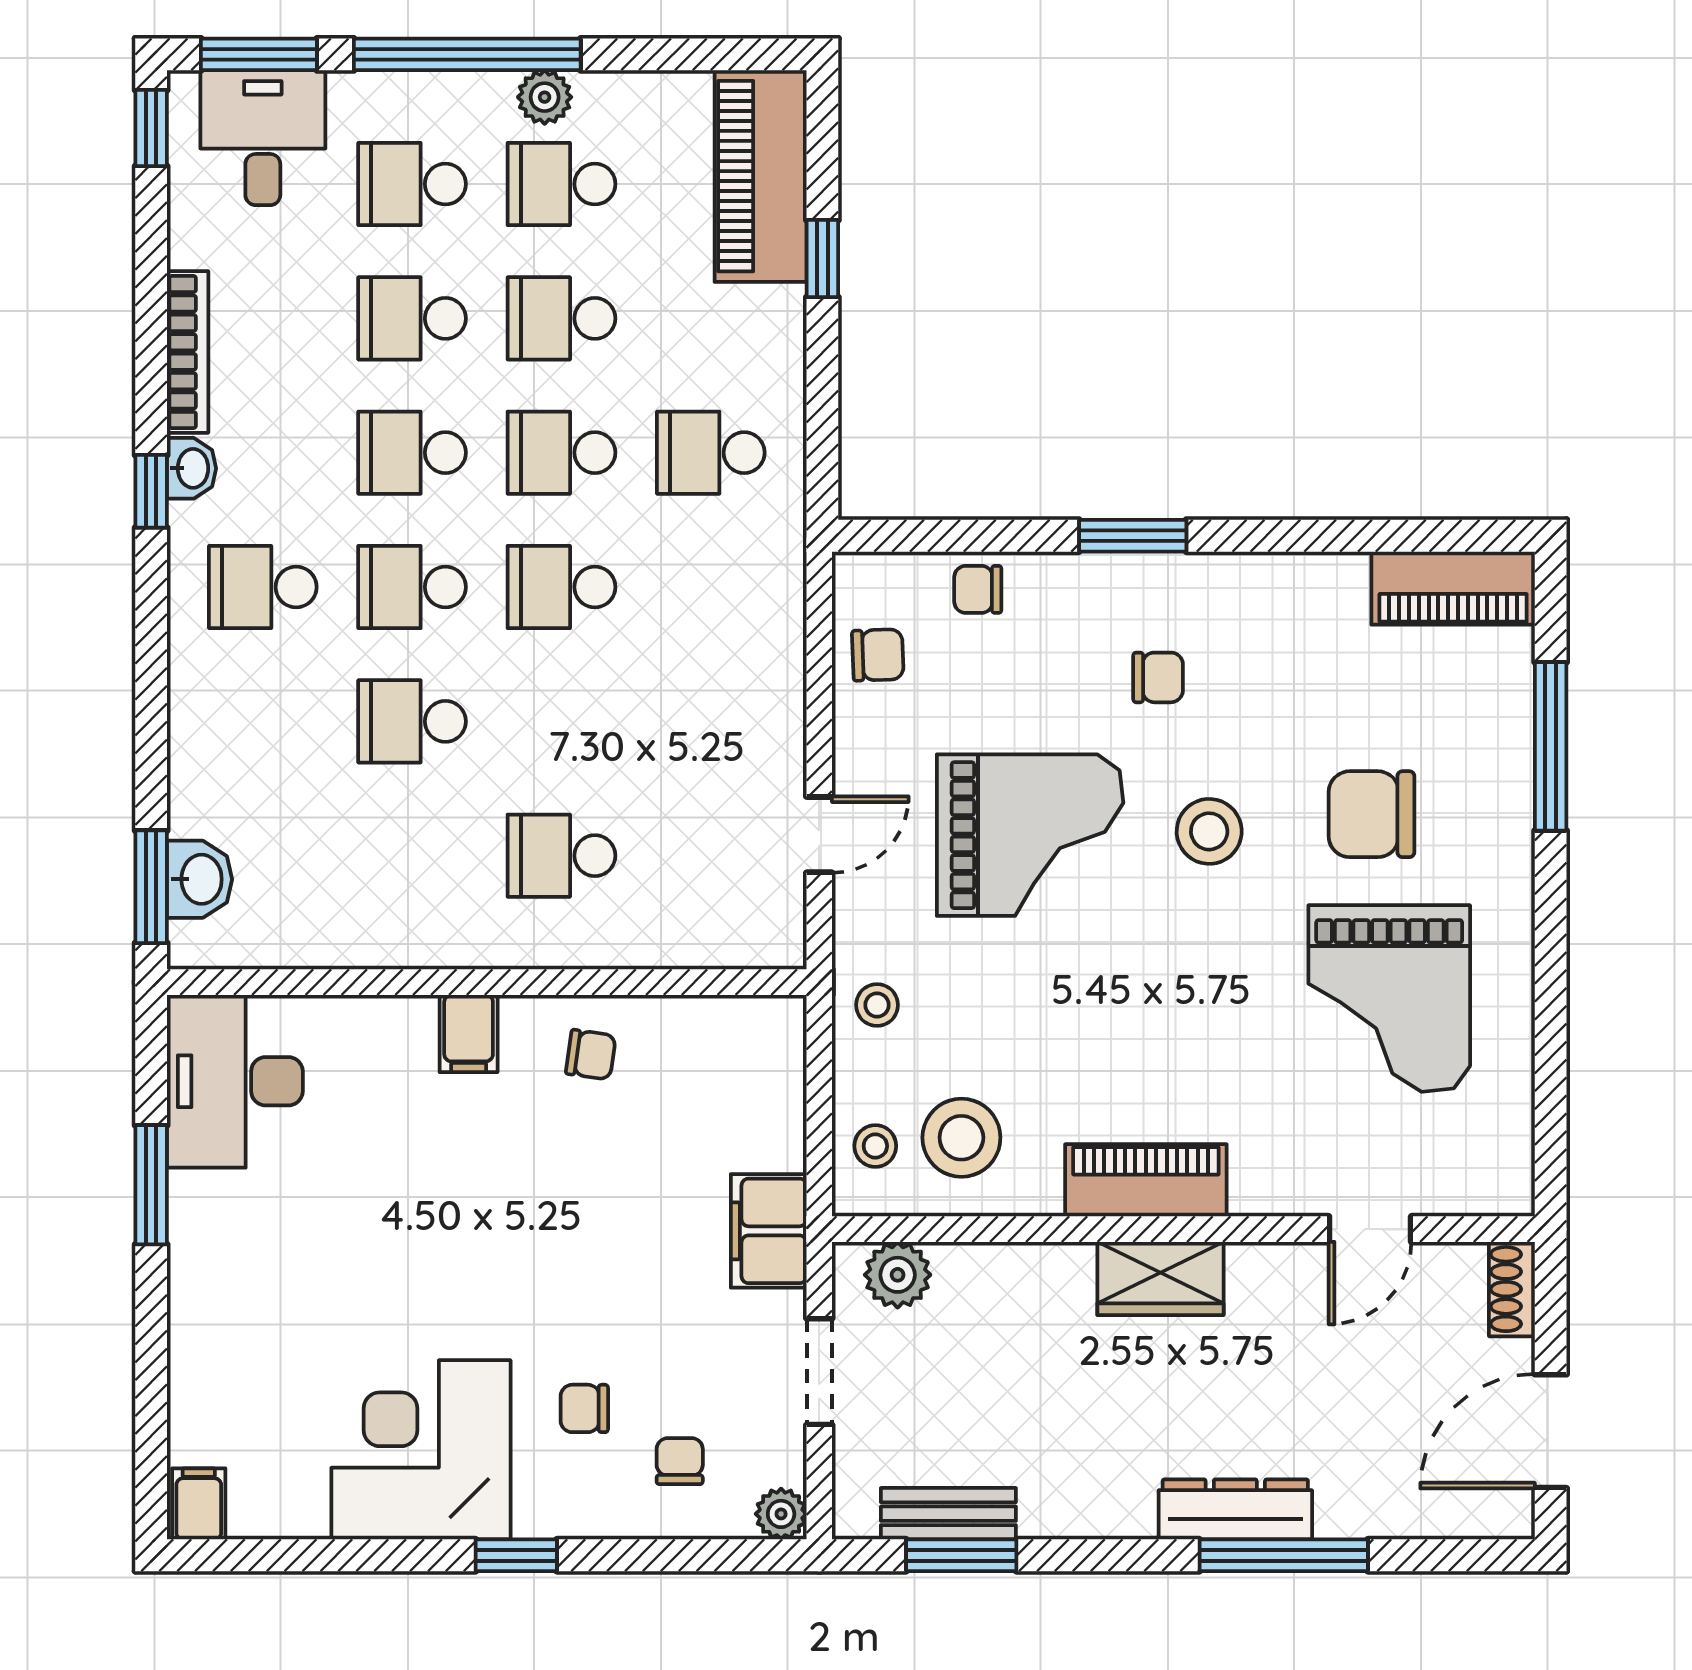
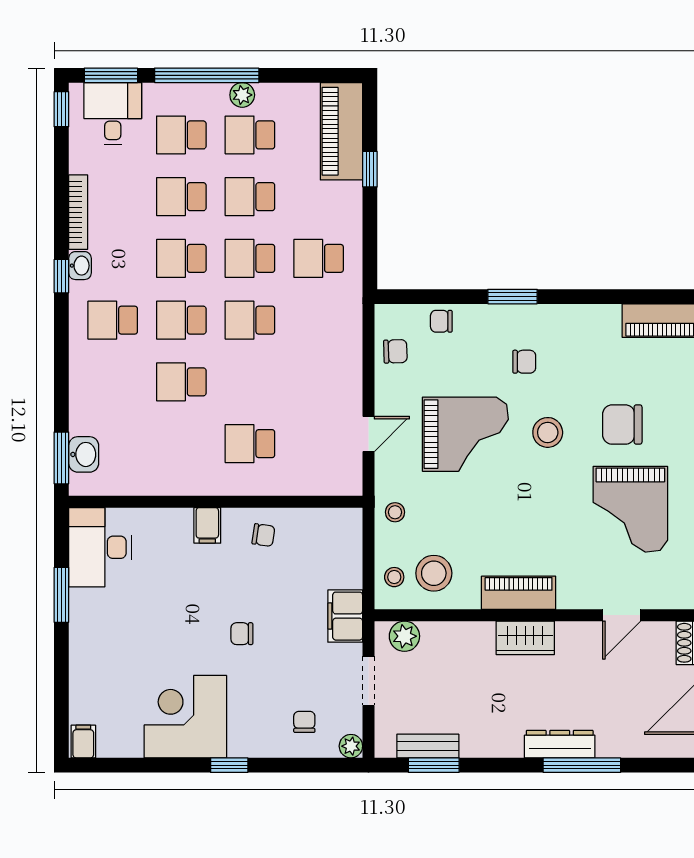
chair: (584, 1408) -> (242, 634), moved

